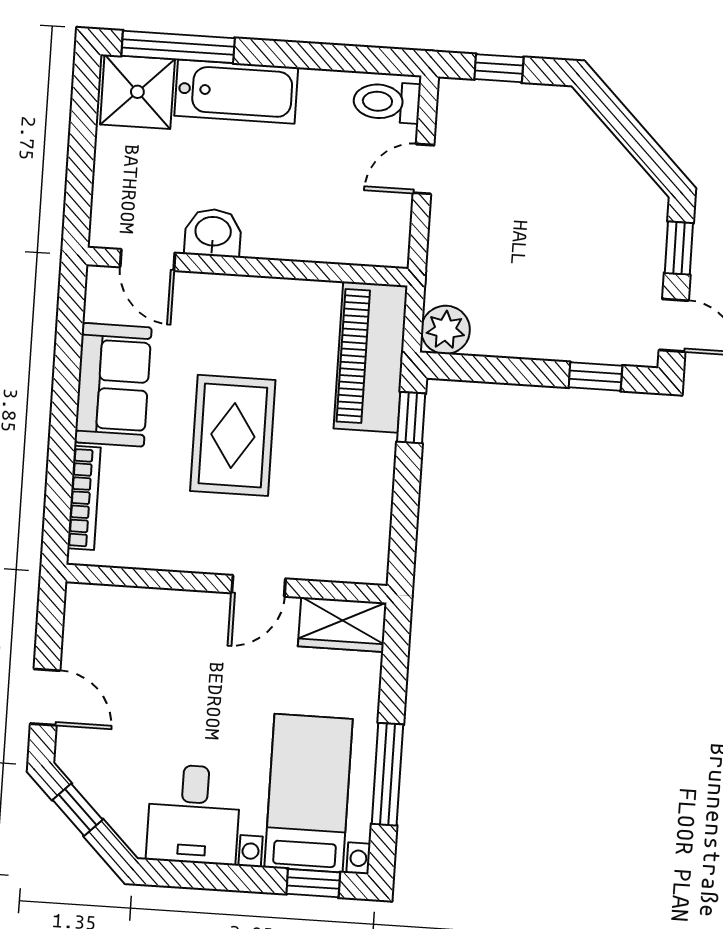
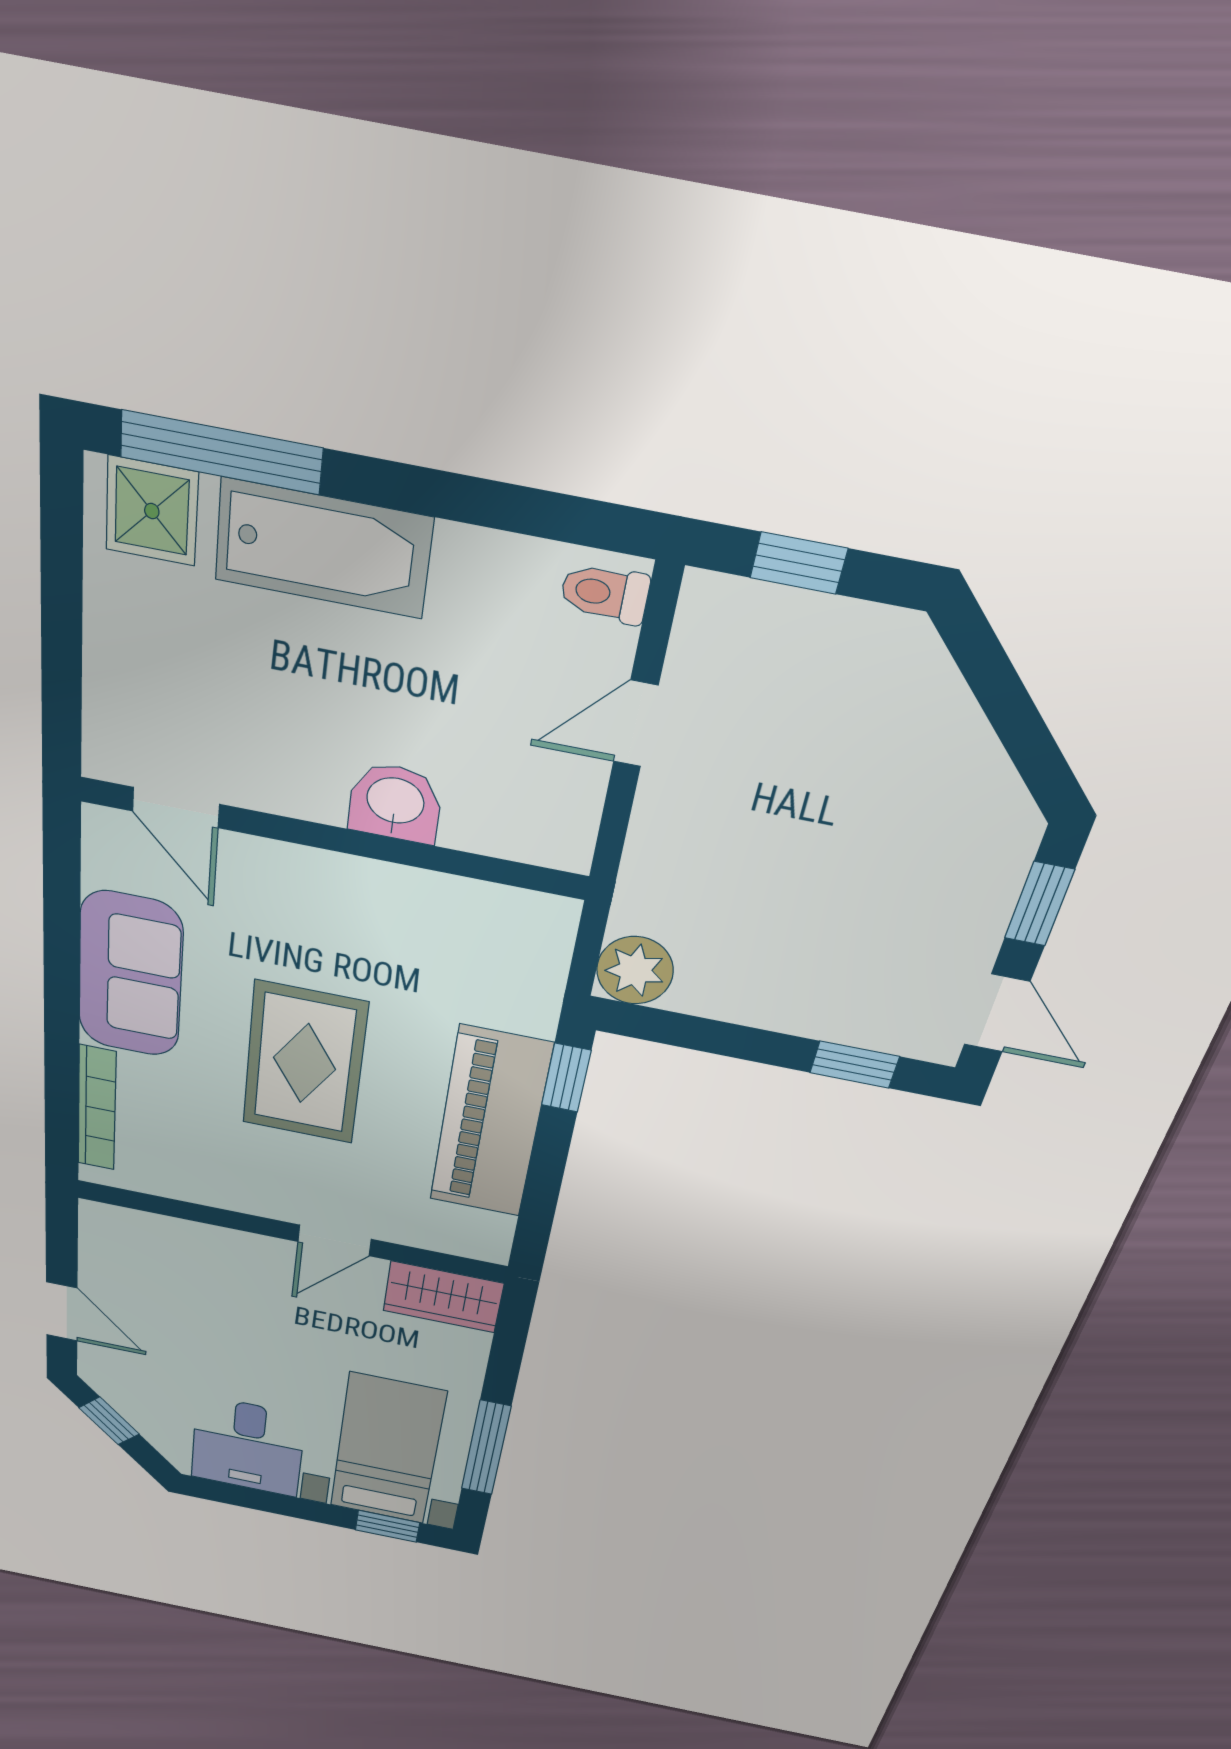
shower: (137, 92) -> (152, 511), width x0.73, depth x0.73
toilet: (387, 102) -> (605, 593), width x0.73, depth x0.72
washbasin: (213, 233) -> (395, 803), moved
piano: (371, 357) -> (490, 1123), moved

